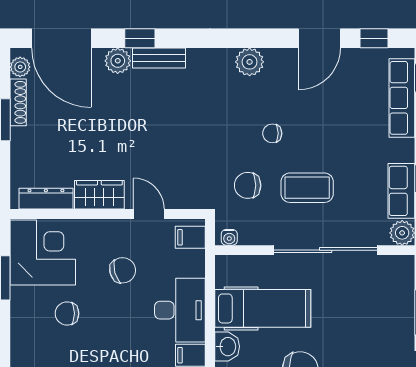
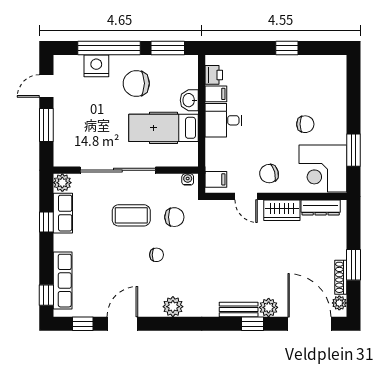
chair: (123, 270) -> (269, 174), moved
desk: (180, 310) -> (223, 120), width x0.73

